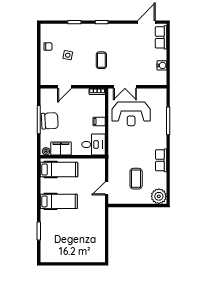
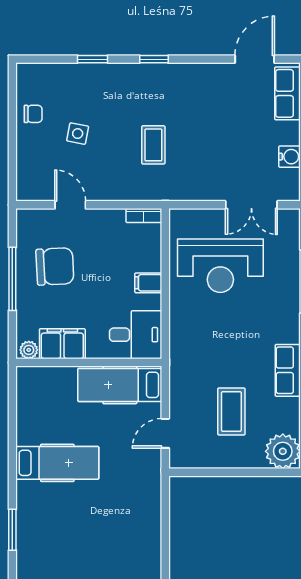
door: (64, 87) -> (70, 205), swing flipped
double door: (125, 87) -> (251, 205), moved
chair: (50, 121) -> (55, 266), moved
hospital bed: (59, 170) -> (120, 385), moved, turned 180

